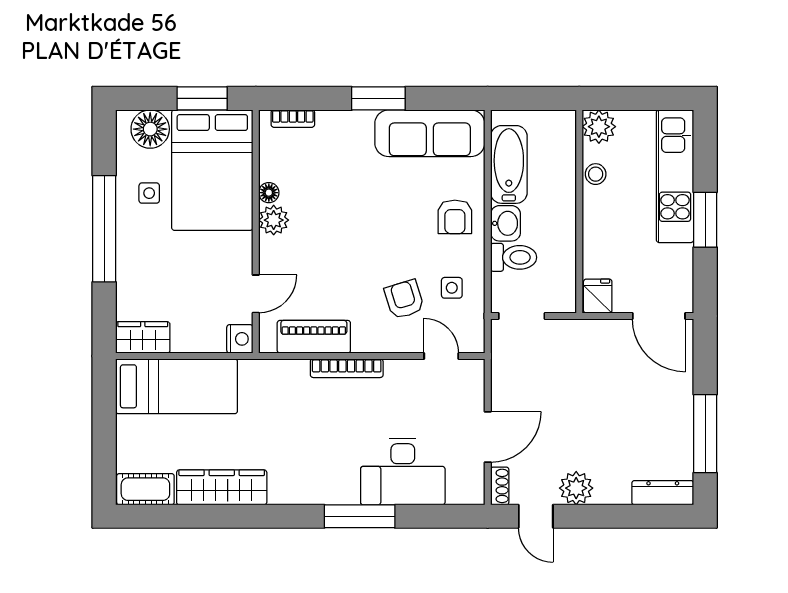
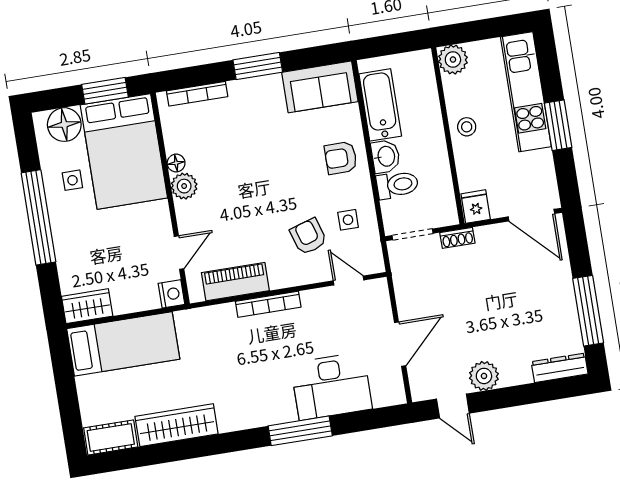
bookcase: (293, 119) -> (197, 94), width x1.56
sofa: (430, 133) -> (320, 87), width x0.73
stool: (596, 174) -> (467, 127), moved
armchair: (455, 217) -> (341, 158), turned 90
shoe rack: (500, 486) -> (457, 238), moved, turned 90

